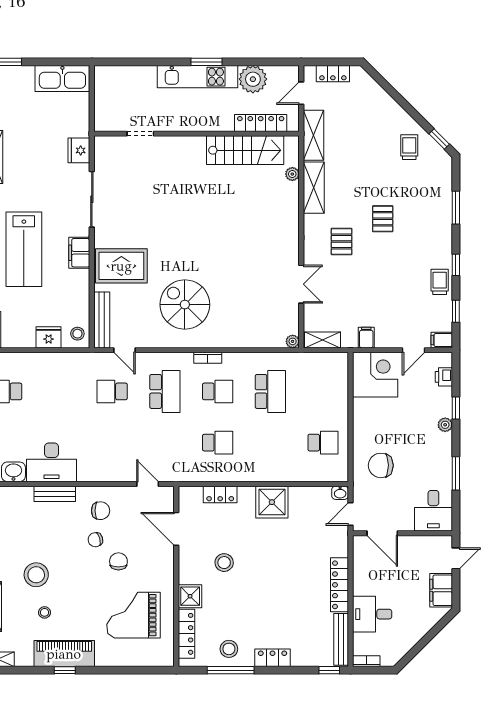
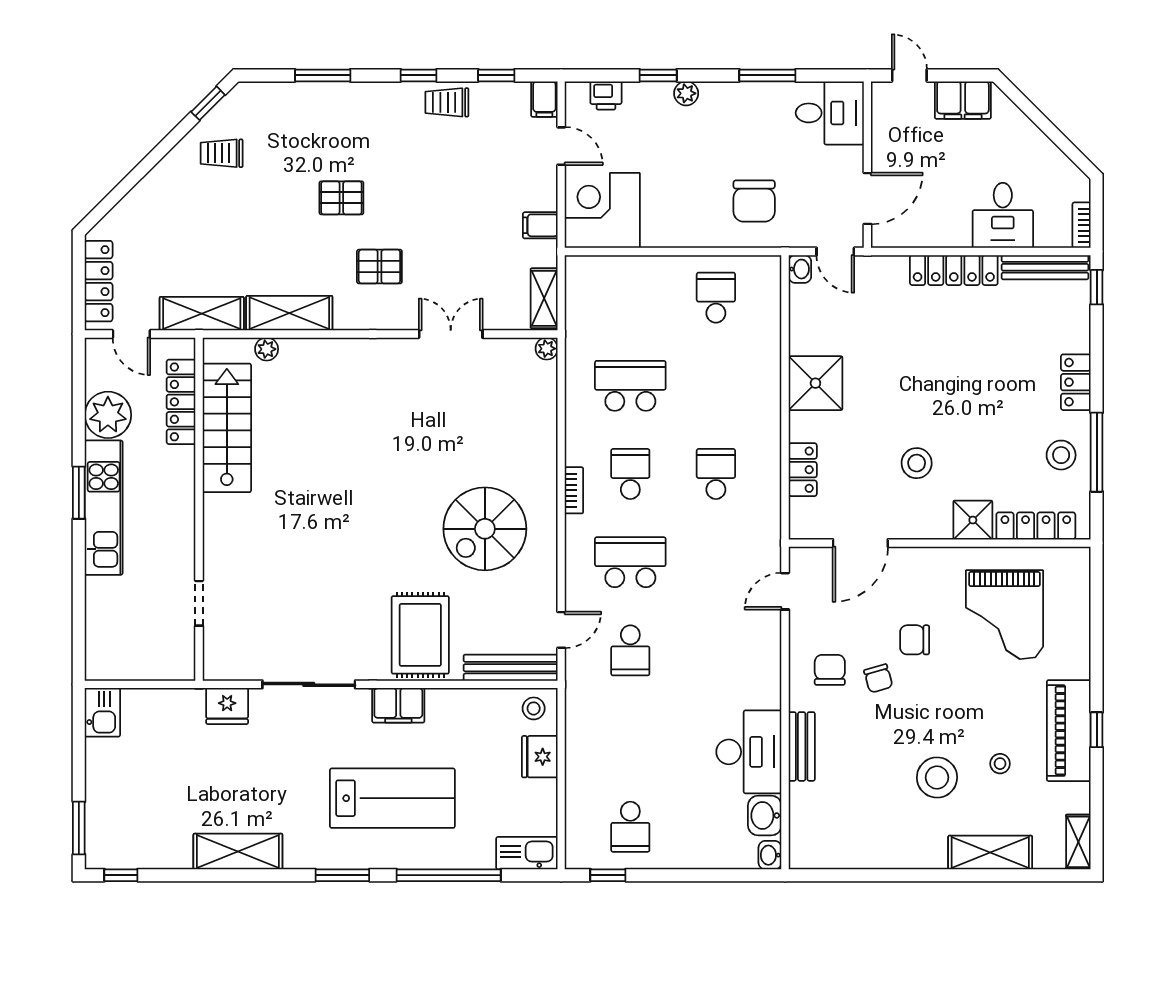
locker: (333, 74) -> (99, 281), width x1.53
kitchen sink: (62, 78) -> (102, 712), width x0.53, depth x0.81

